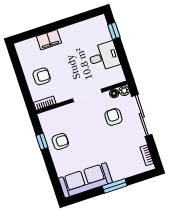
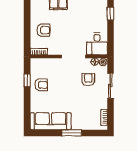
desk: (104, 56) -> (97, 44), moved, turned 90
sliding door: (142, 115) -> (110, 86), width x0.73

